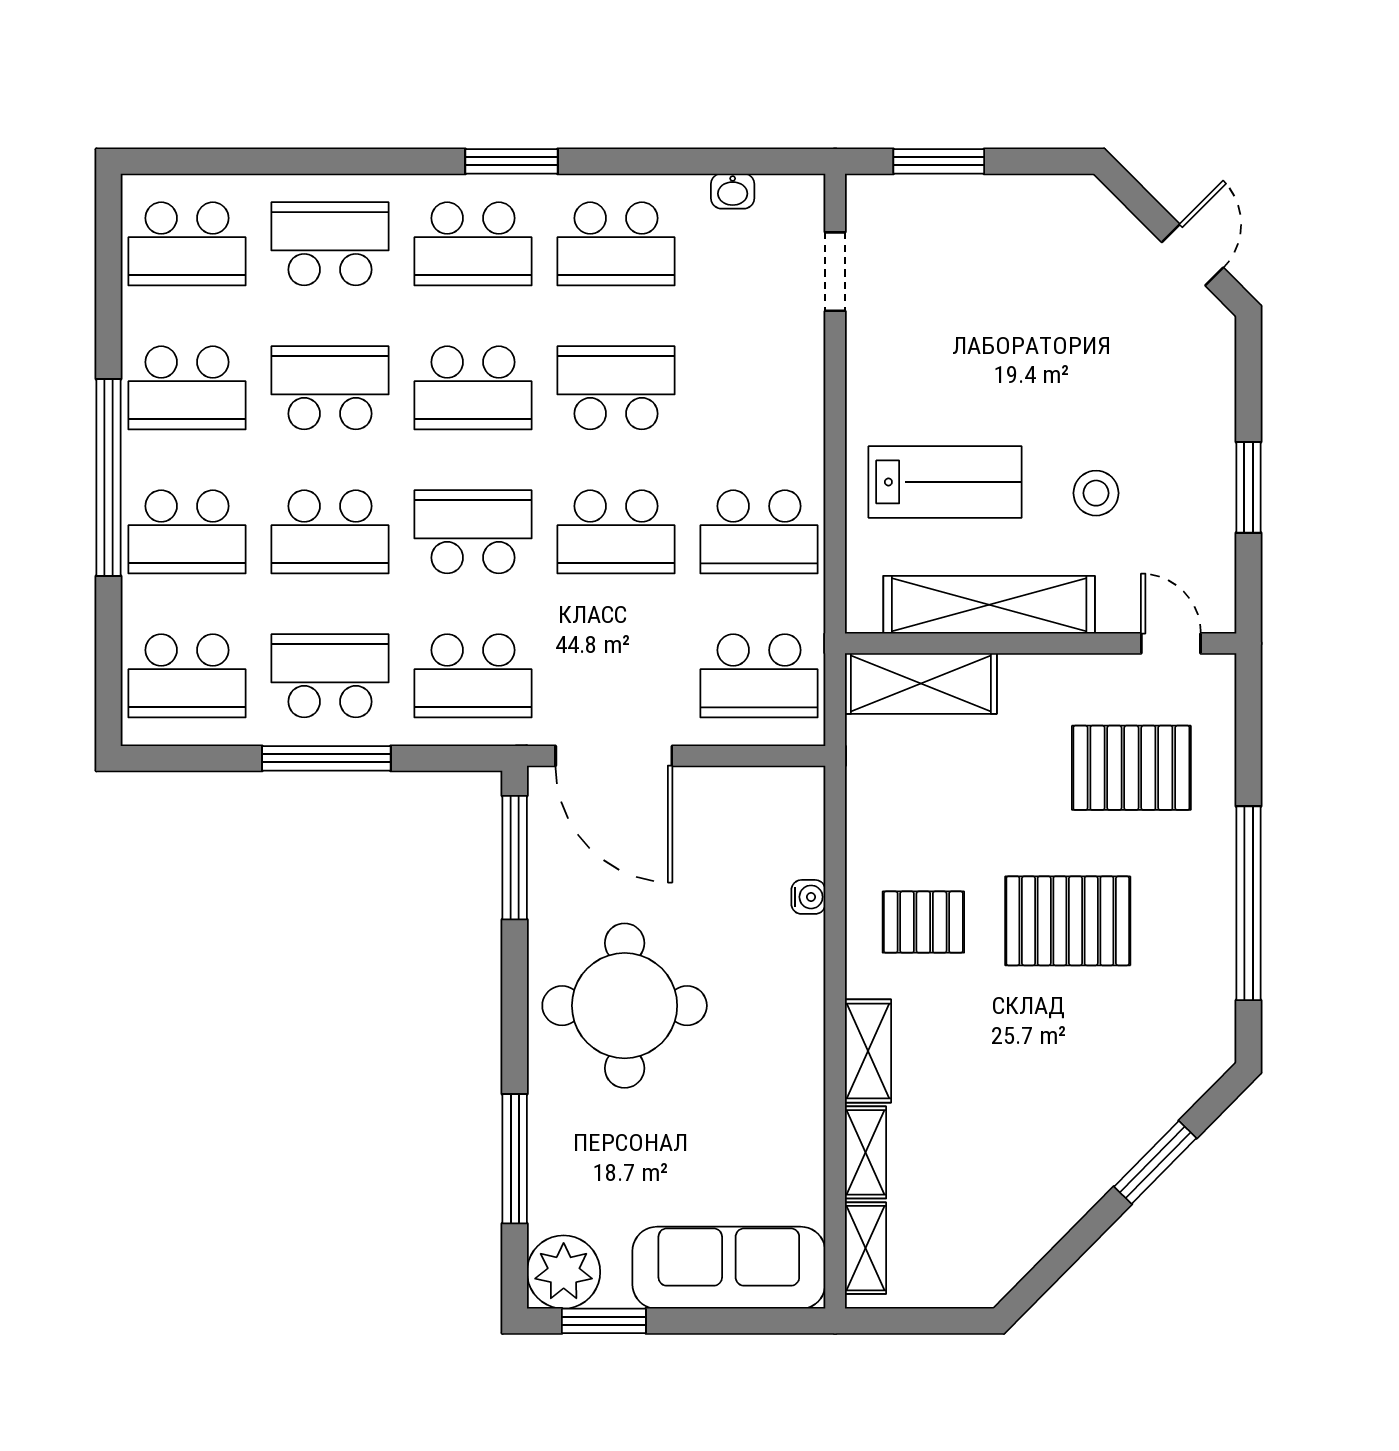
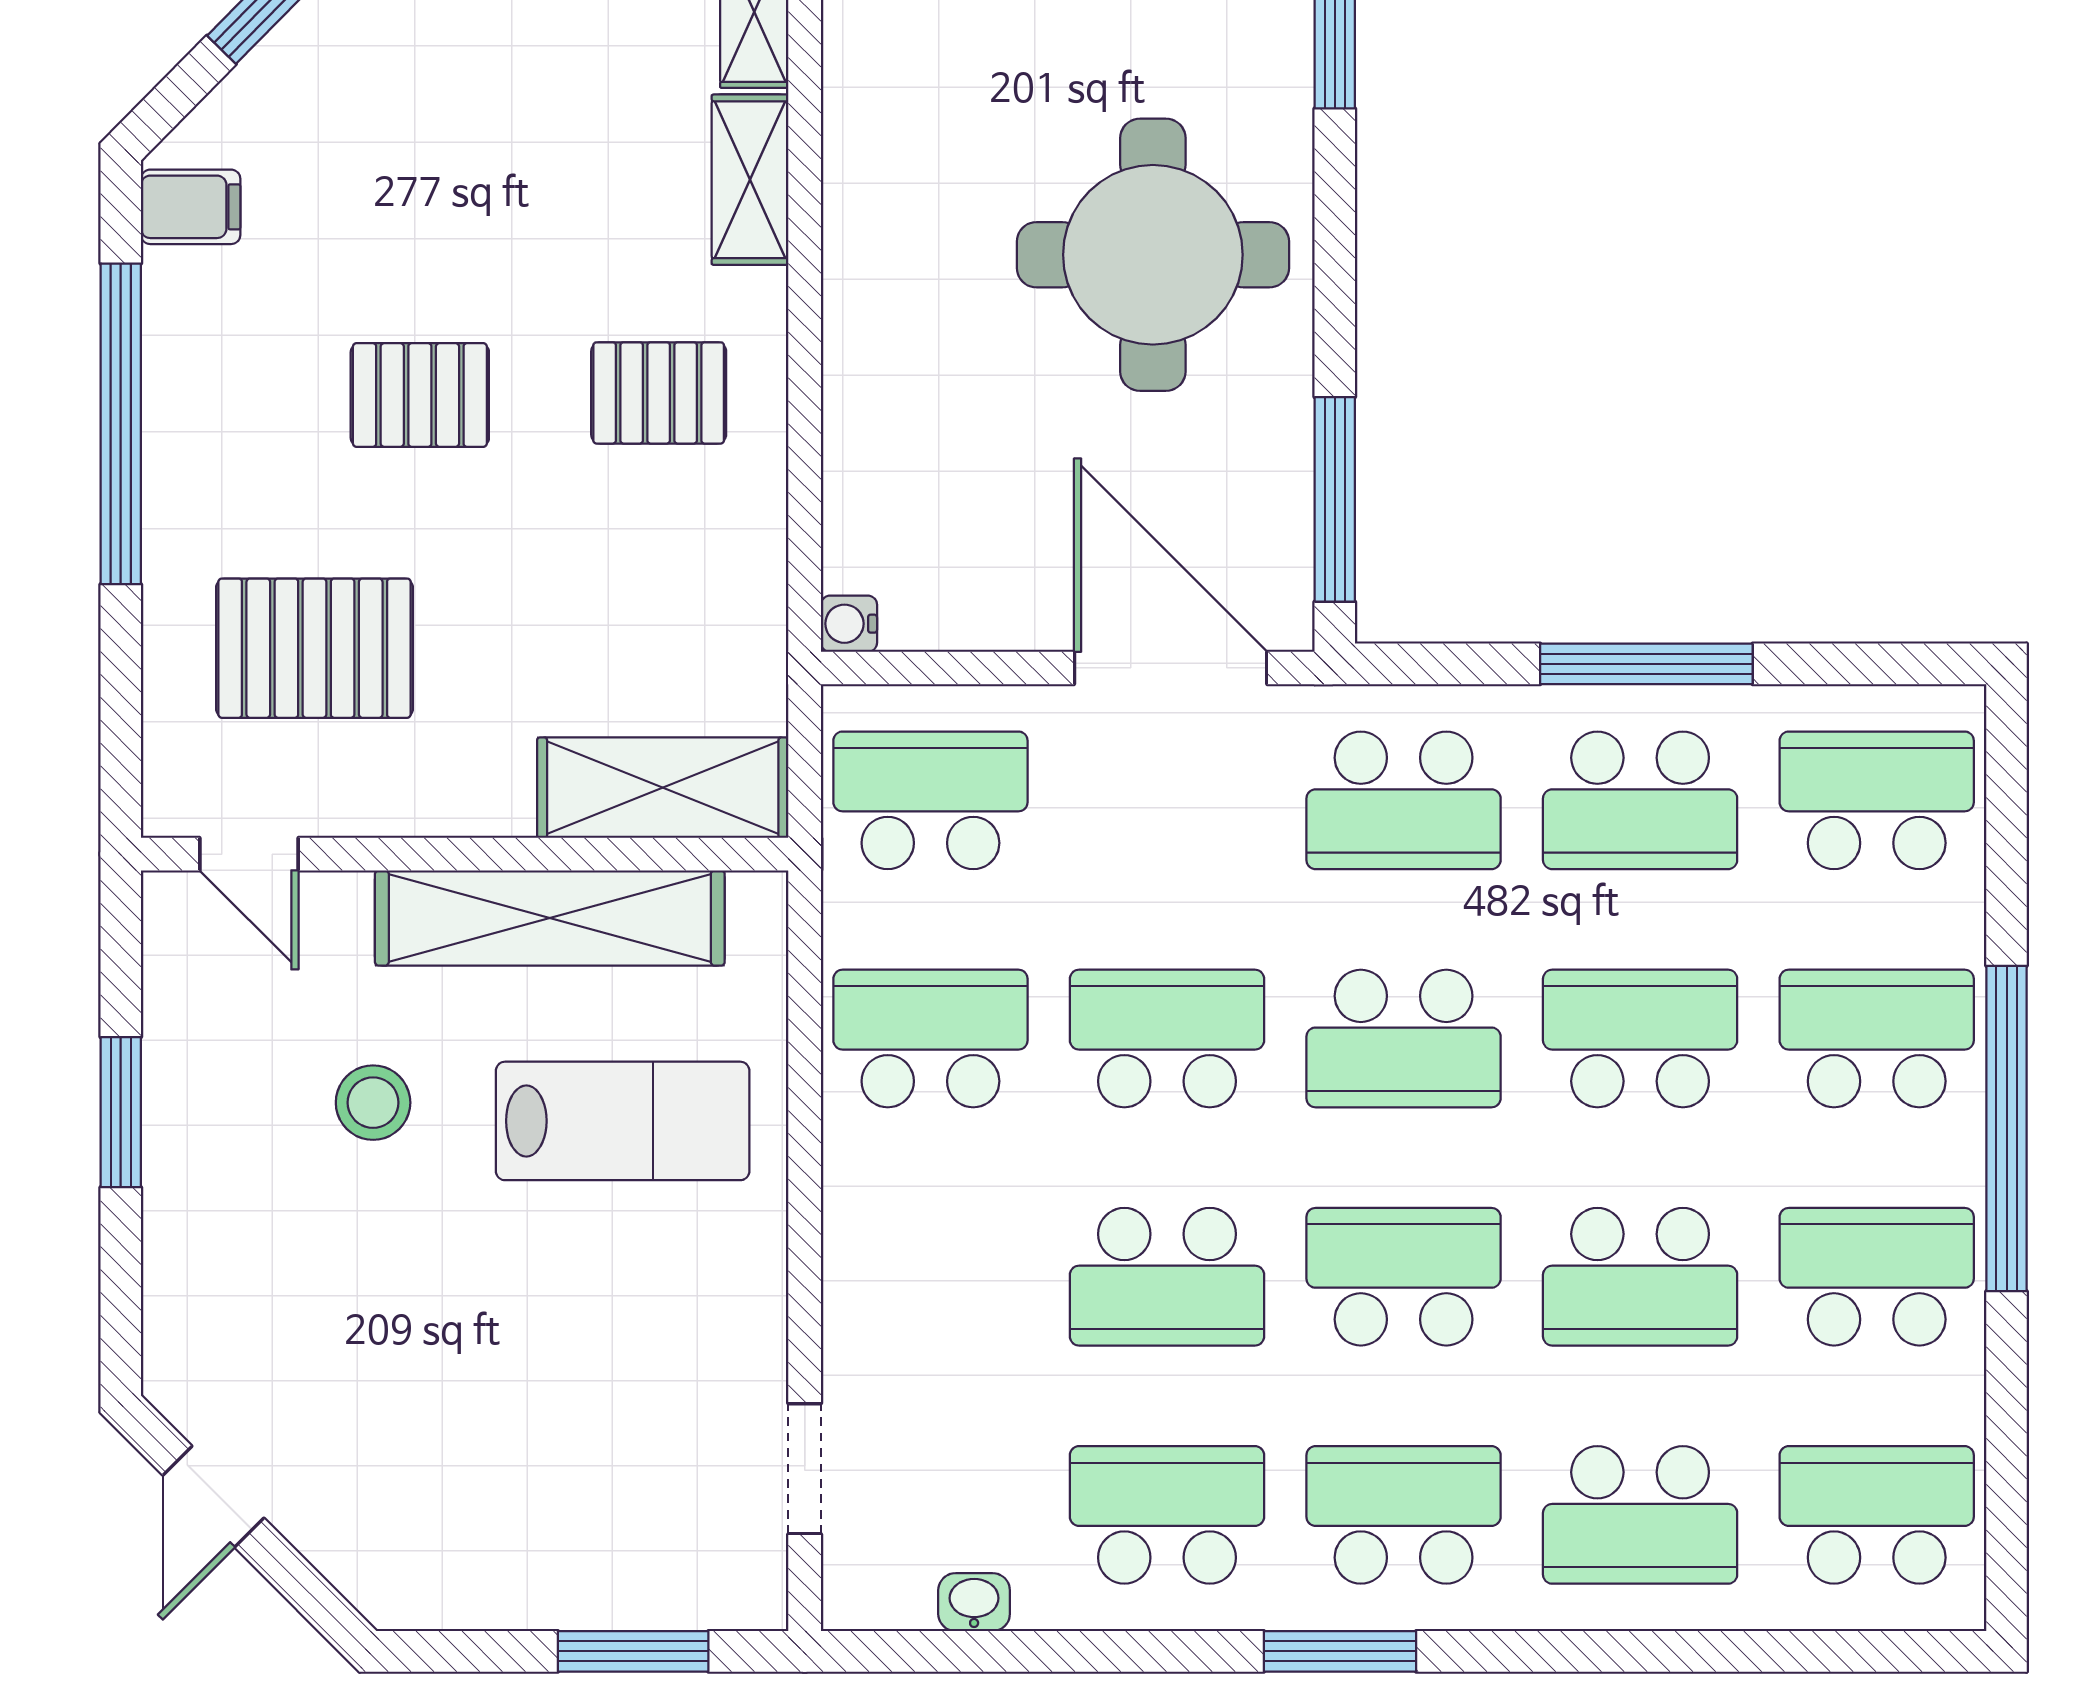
lab bench: (945, 482) -> (623, 1121), turned 180
school desk: (473, 676) -> (1404, 800), turned 180
water cooler: (808, 897) -> (849, 624), moved
pallet: (1068, 921) -> (420, 395), width x0.67, depth x0.71
filing cabinet: (1206, 1035) -> (191, 207), added

